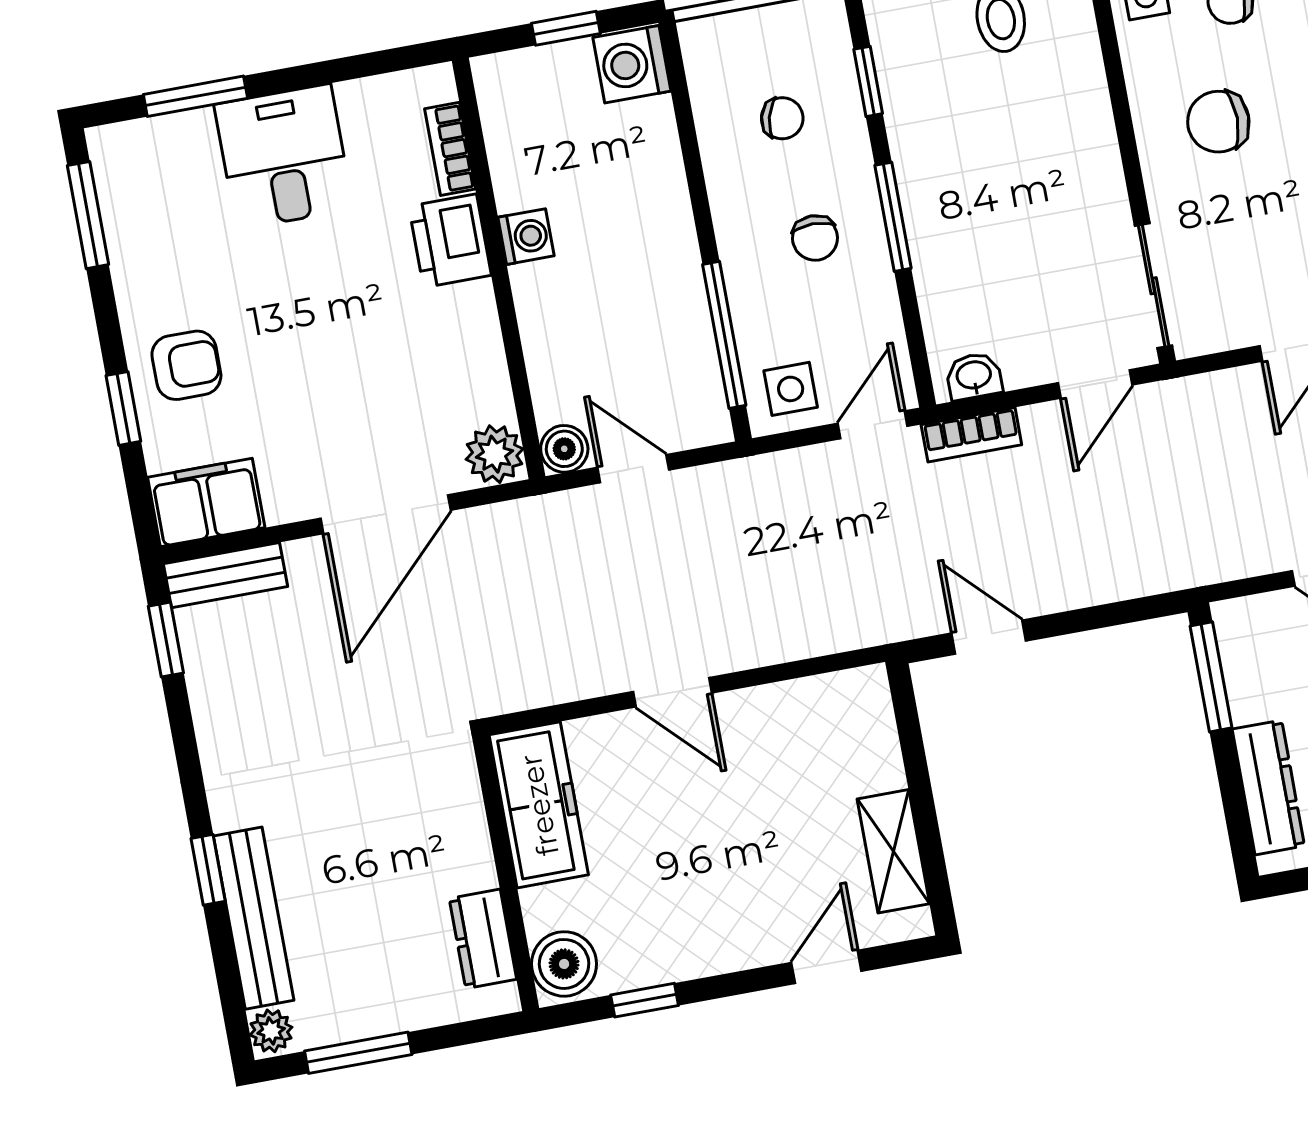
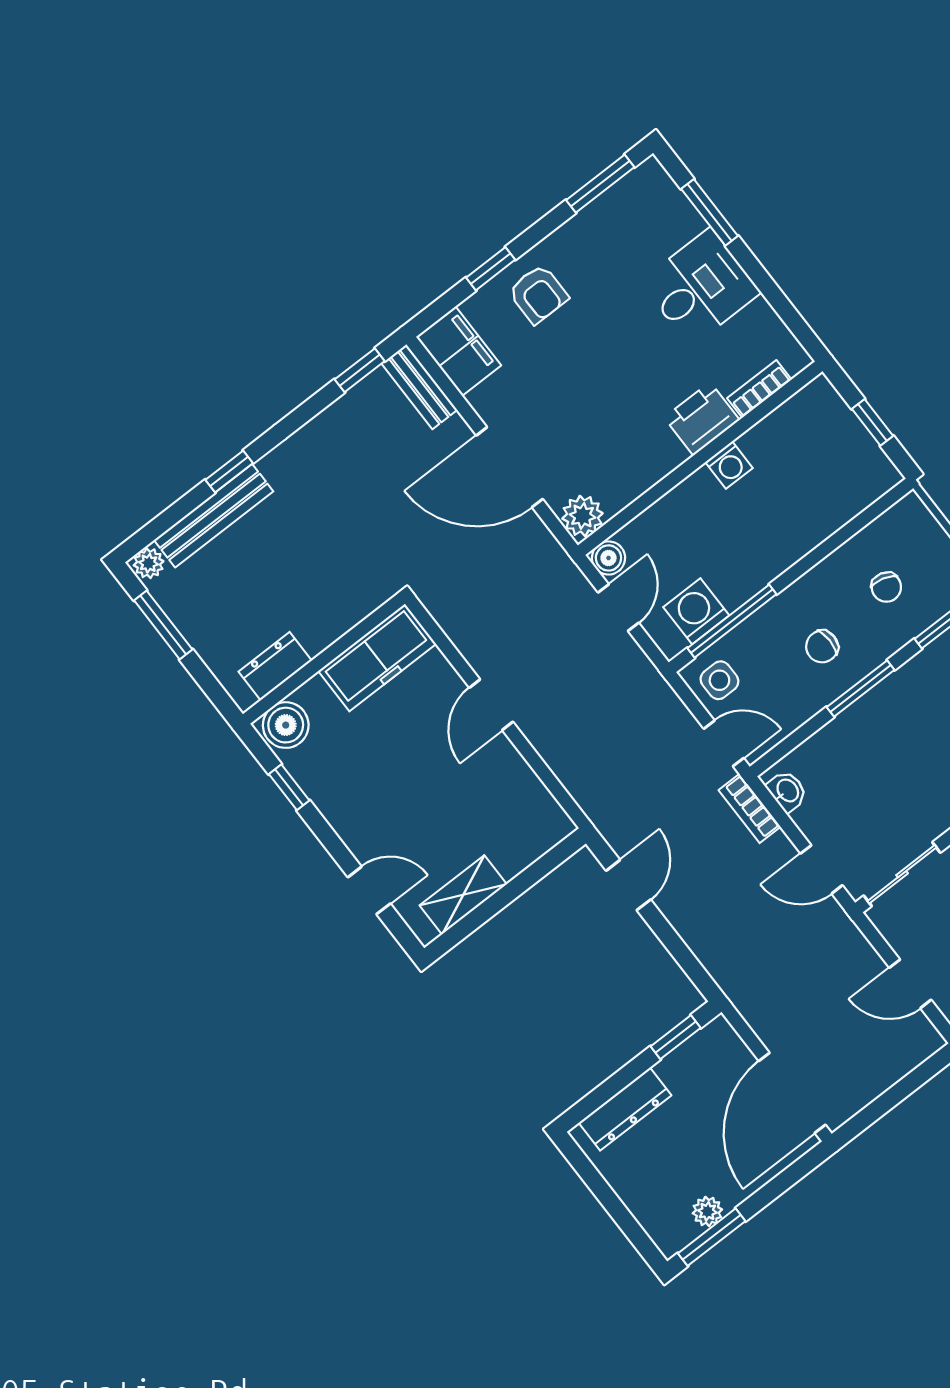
washing machine: (632, 64) -> (696, 611), moved
window: (1211, 677) -> (676, 1037), width x0.67

